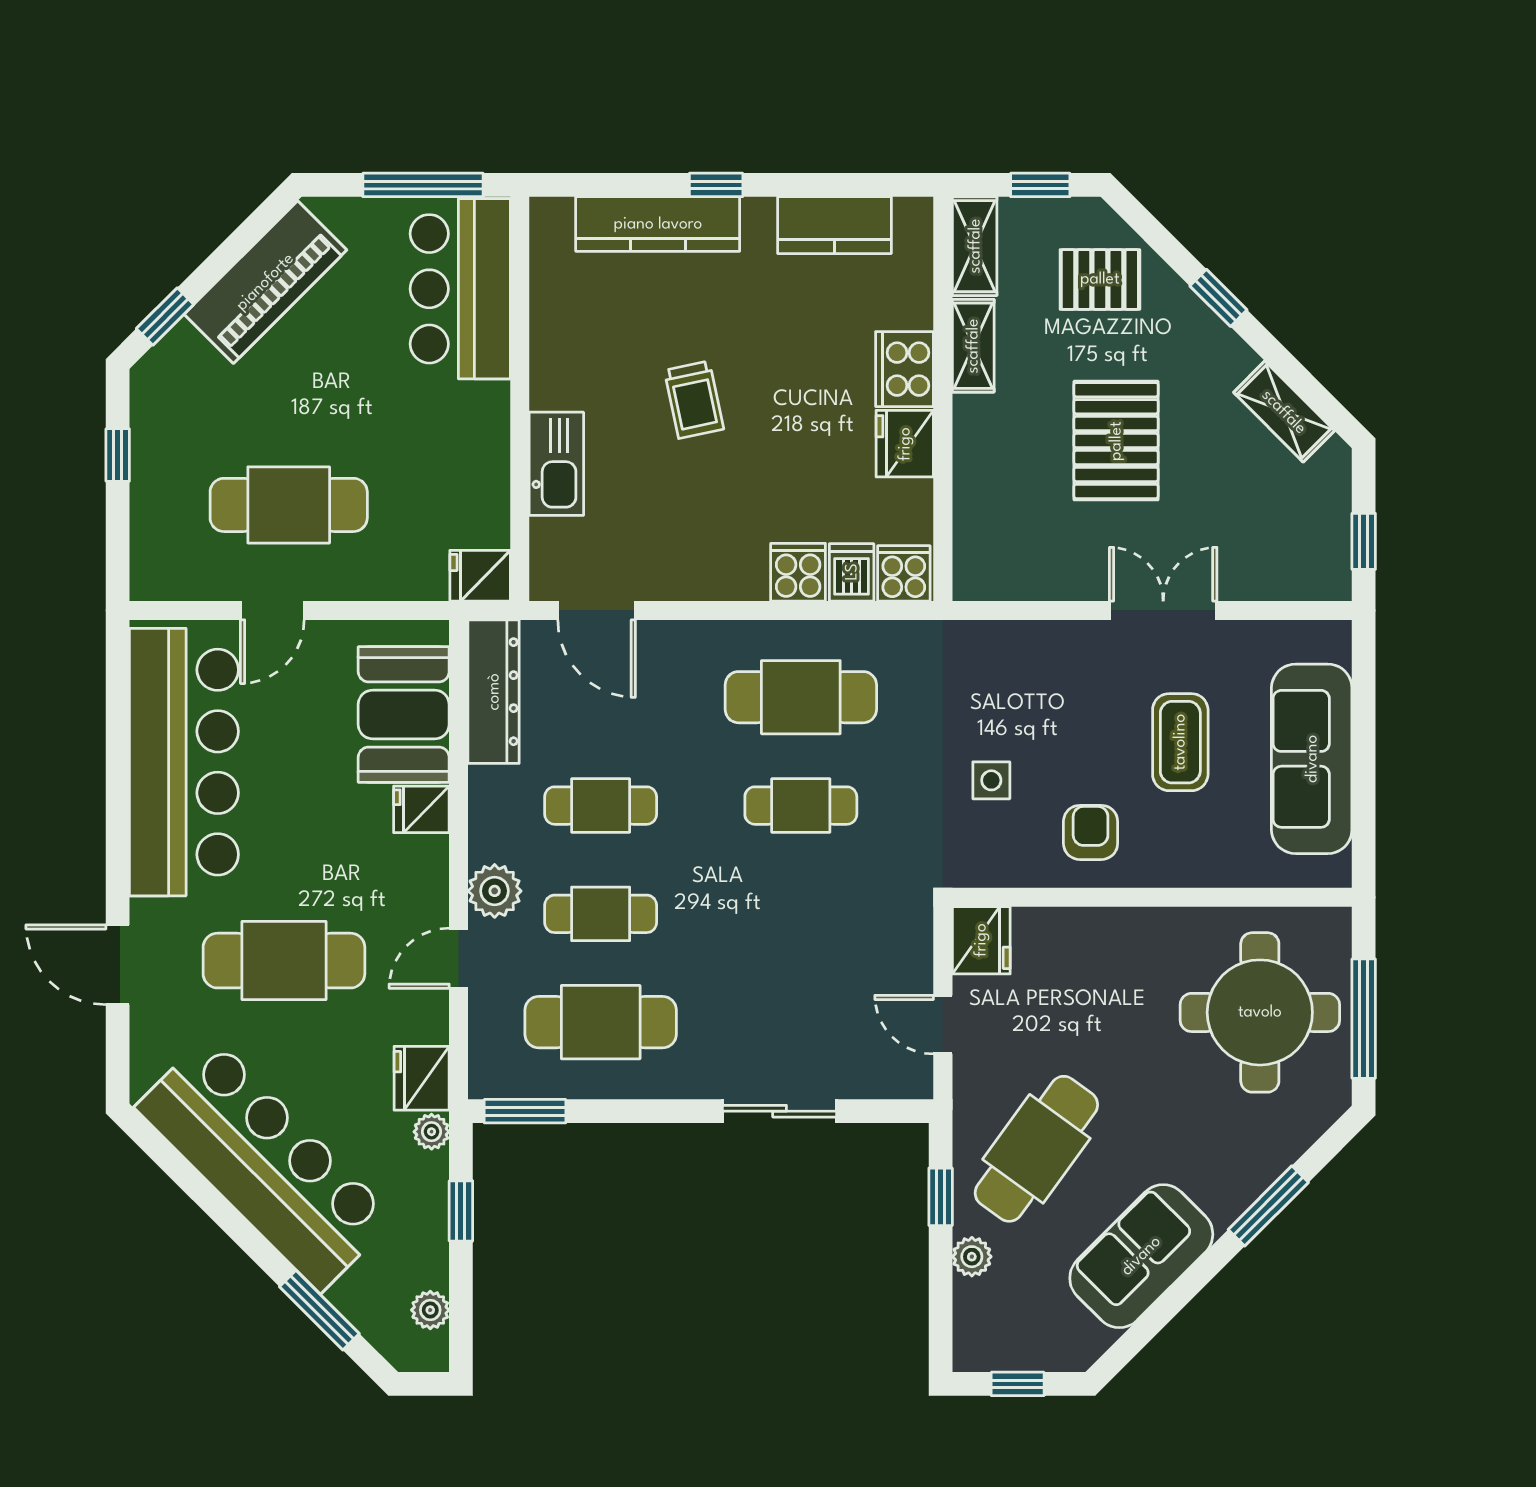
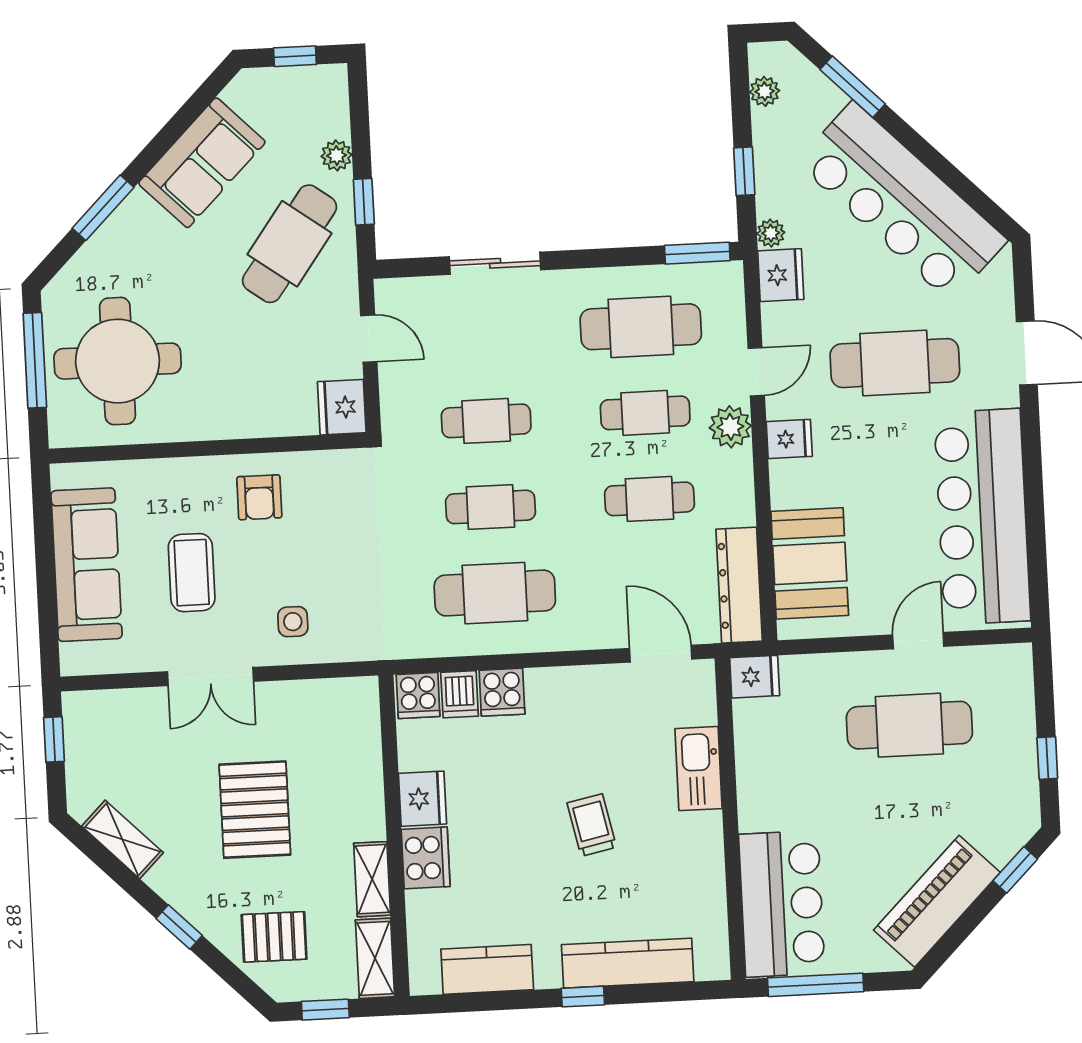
side table: (991, 780) -> (293, 622), moved
fridge: (421, 809) -> (789, 439), moved
cafe table: (801, 914) -> (486, 421), added

